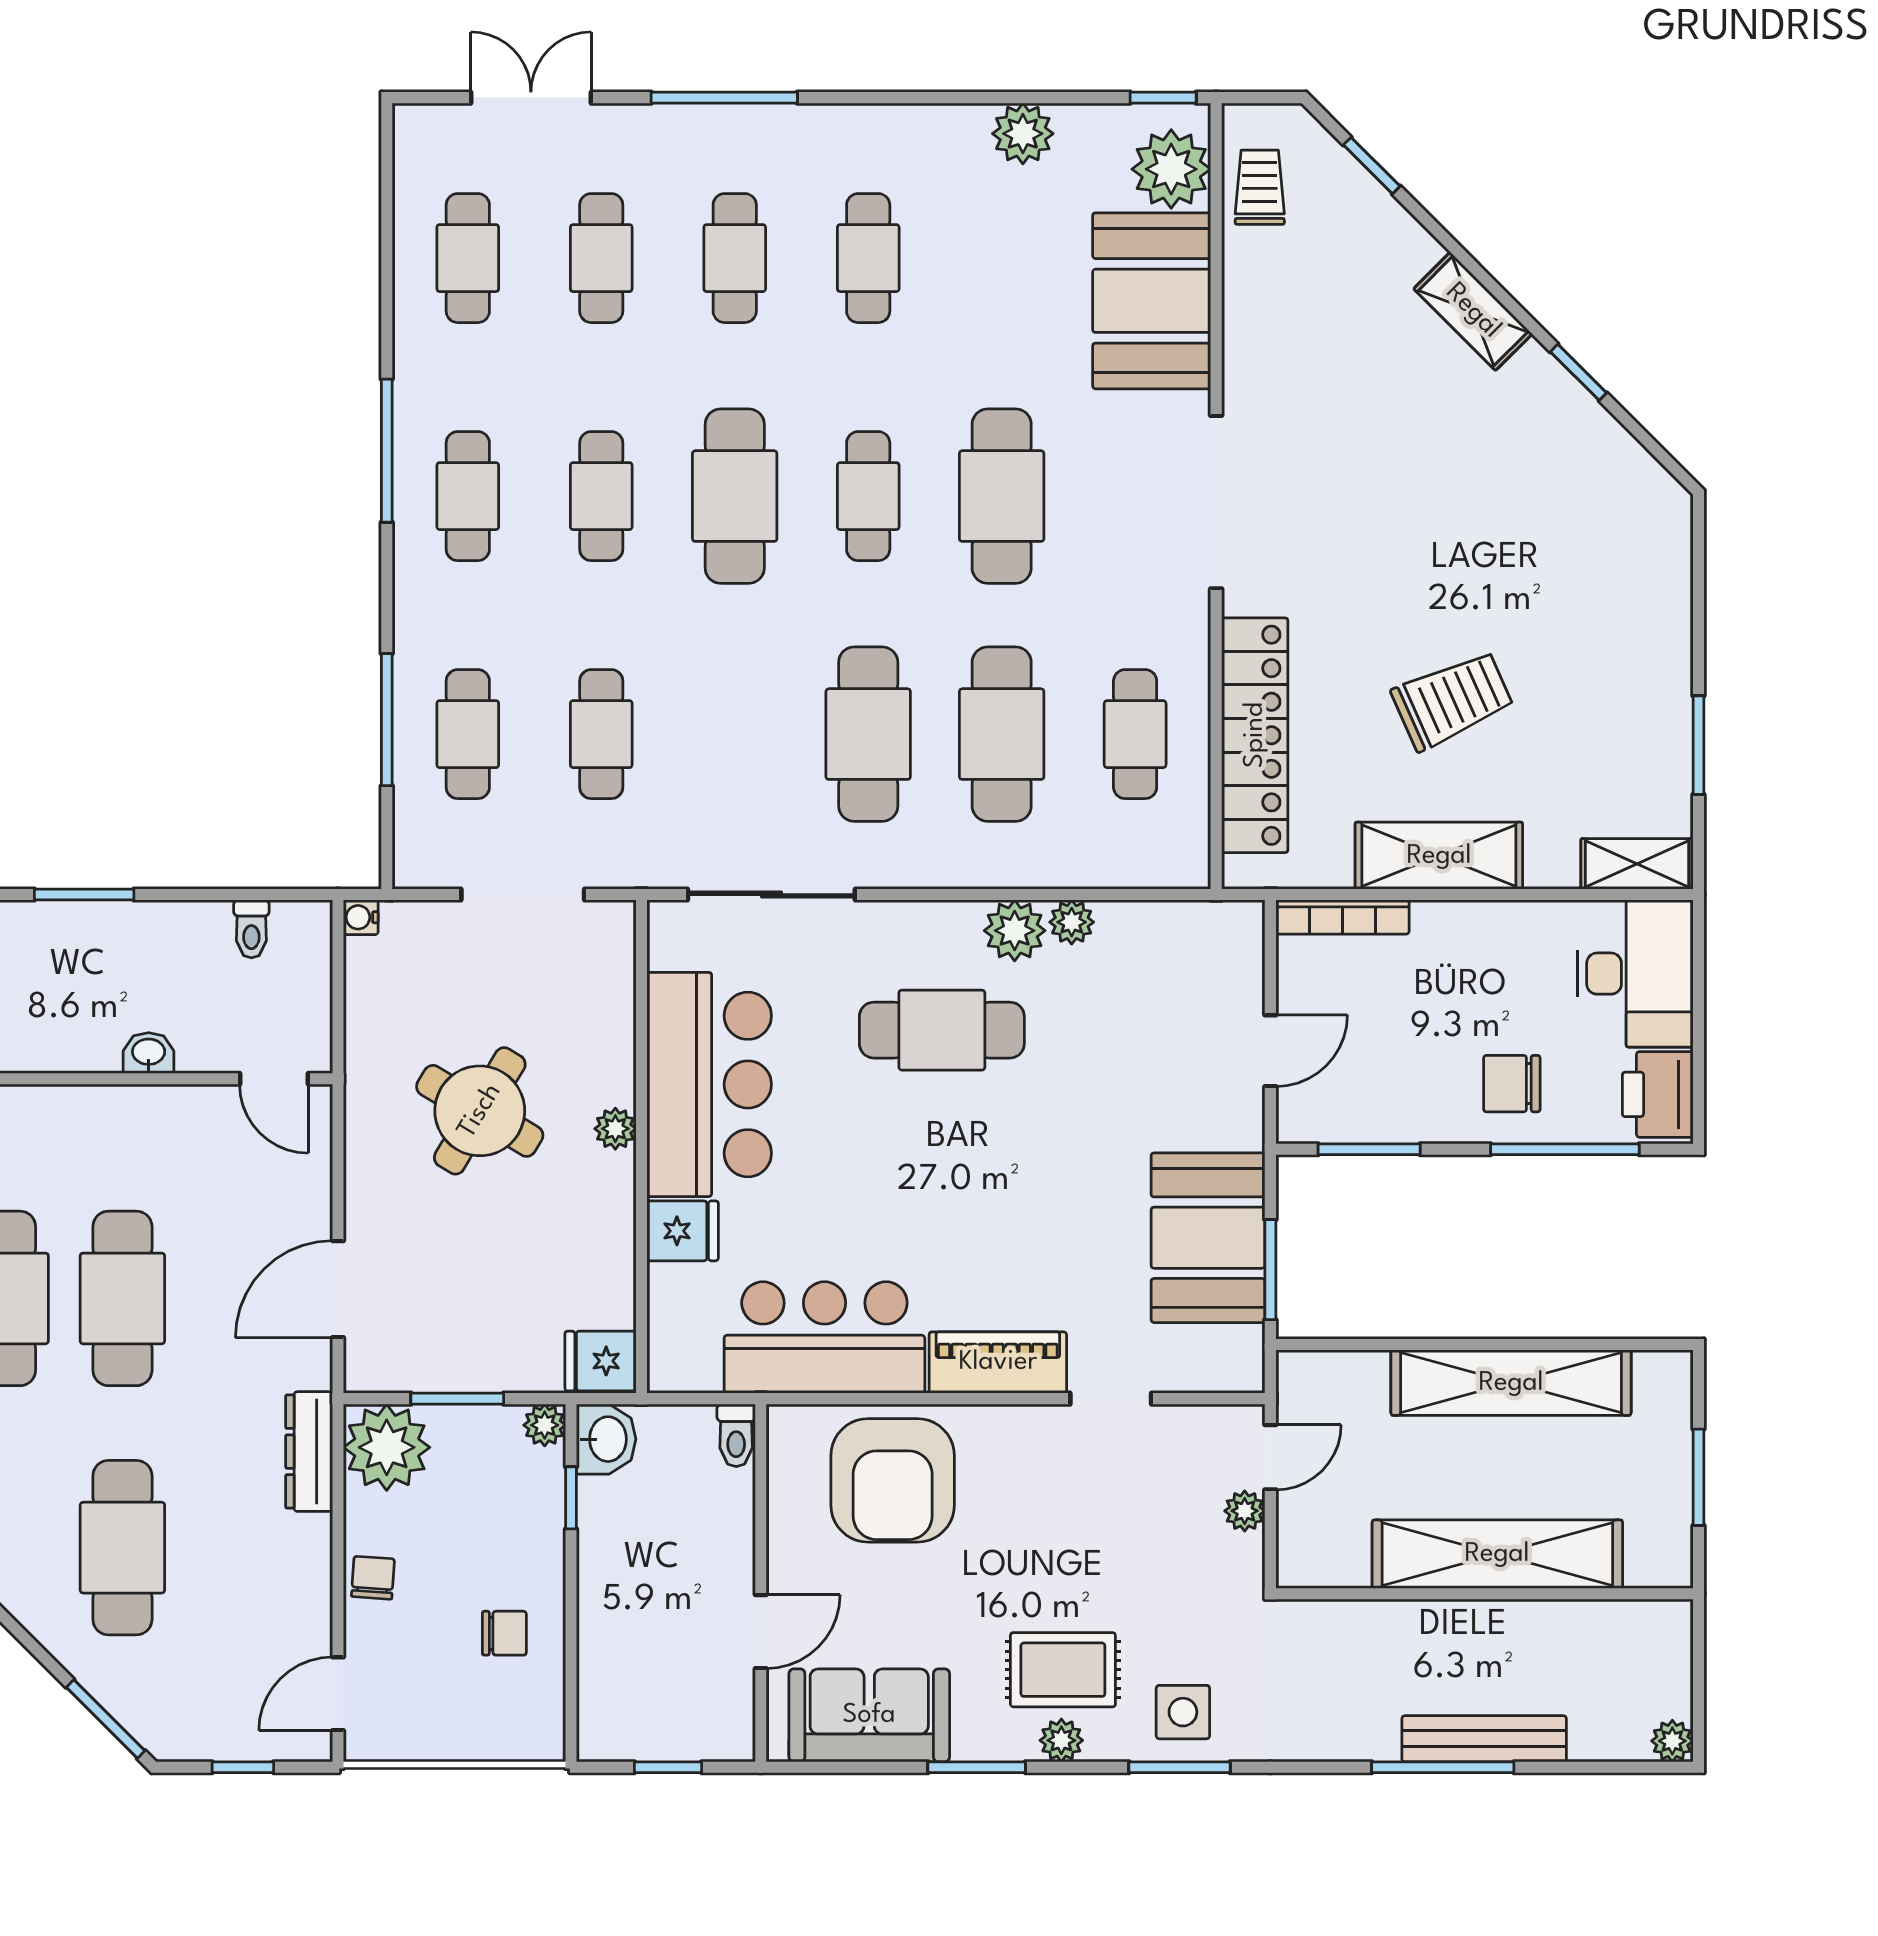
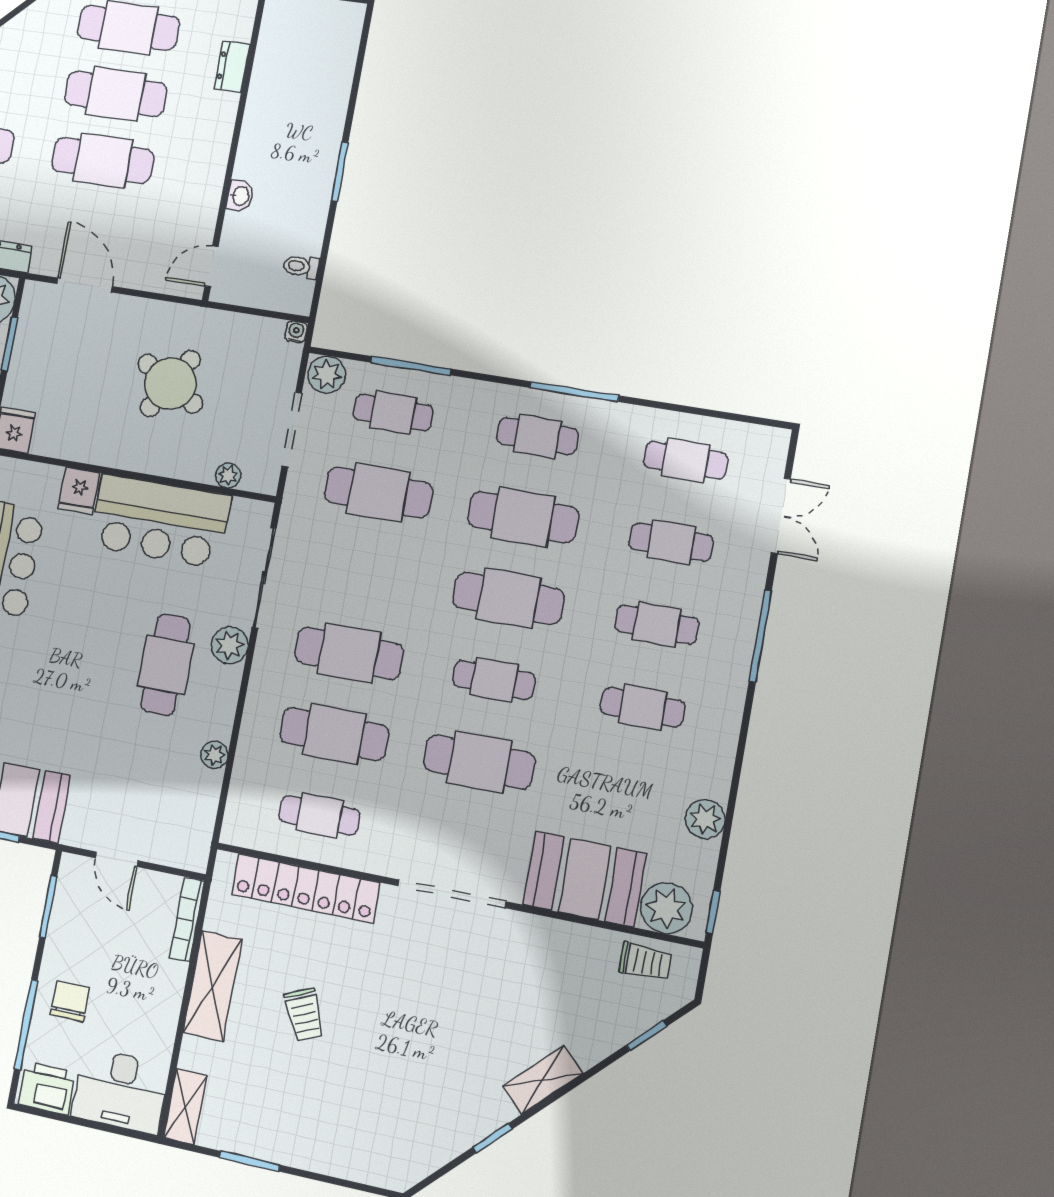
cafe table: (601, 496) -> (523, 517), width x1.37, depth x1.35
trolley: (1453, 700) -> (304, 1015), width x0.73, depth x0.72
cafe table: (601, 734) -> (378, 492), width x1.37, depth x1.35
plant: (423, 854) -> (327, 375), added
plant: (1015, 931) -> (230, 645), moved
plant: (615, 1129) -> (228, 475), moved

